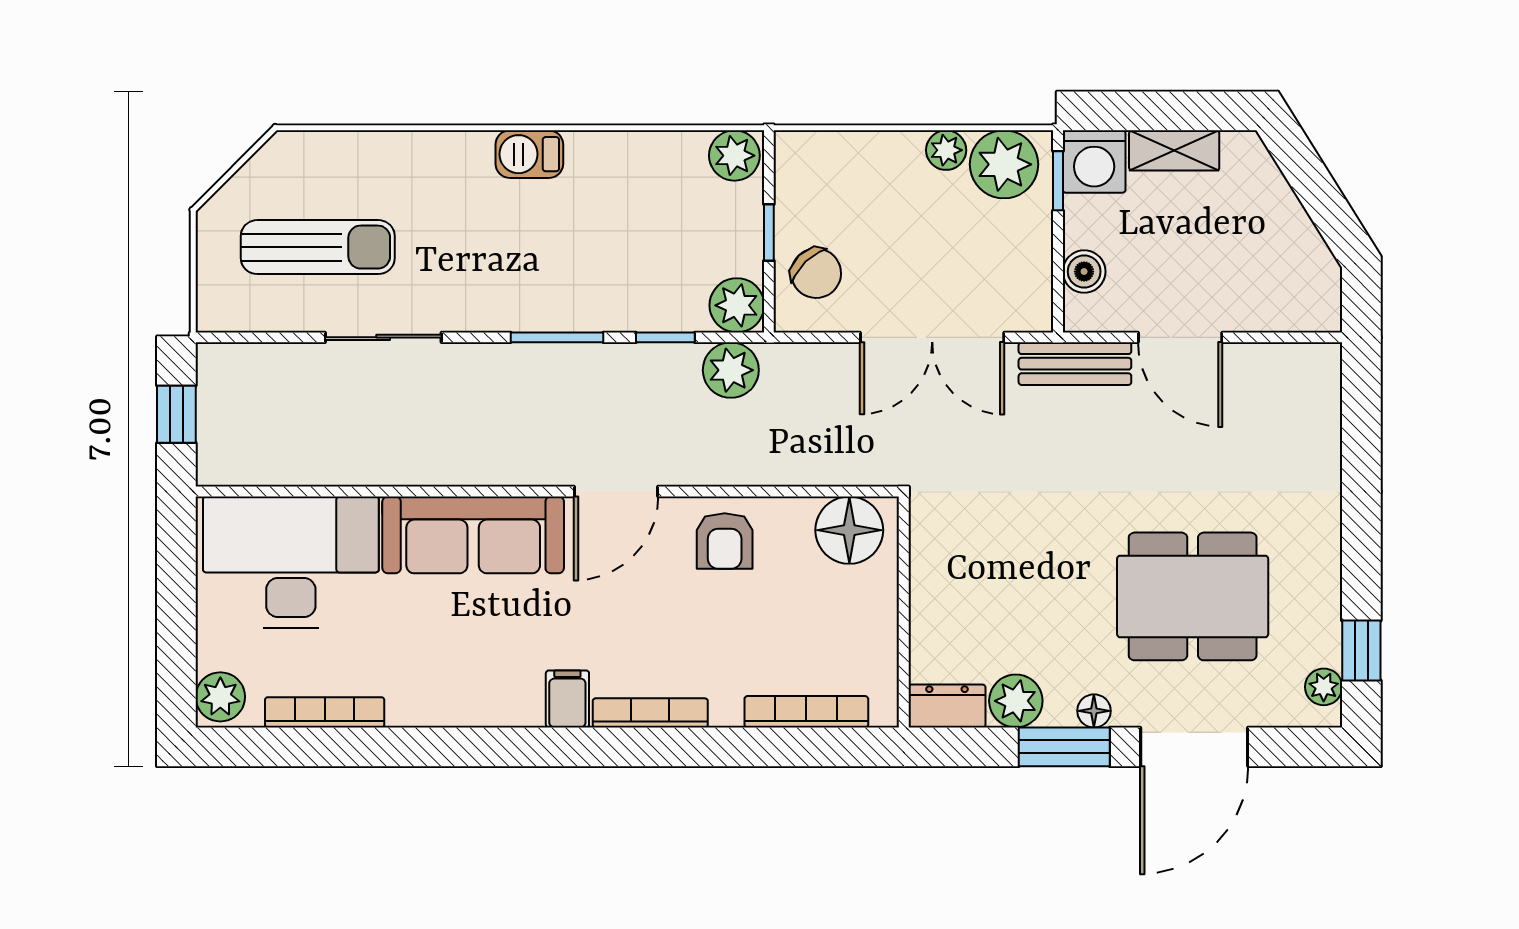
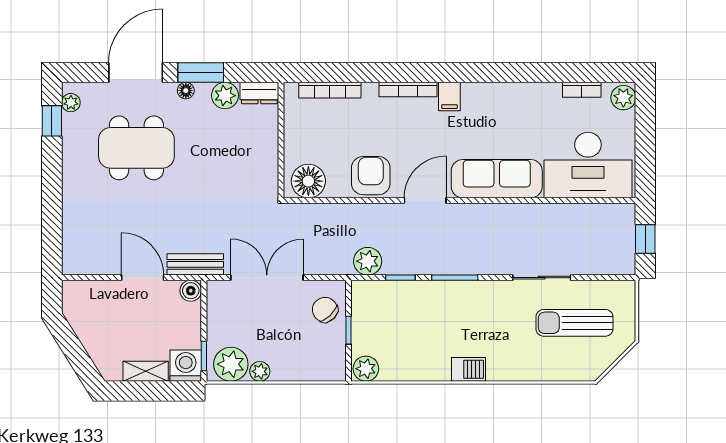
boiler: (1084, 272) -> (191, 291), moved
plant: (737, 305) -> (365, 294), removed
armchair: (725, 541) -> (371, 176), width x1.38, depth x1.38
bookcase: (325, 712) -> (582, 90), width x0.64

